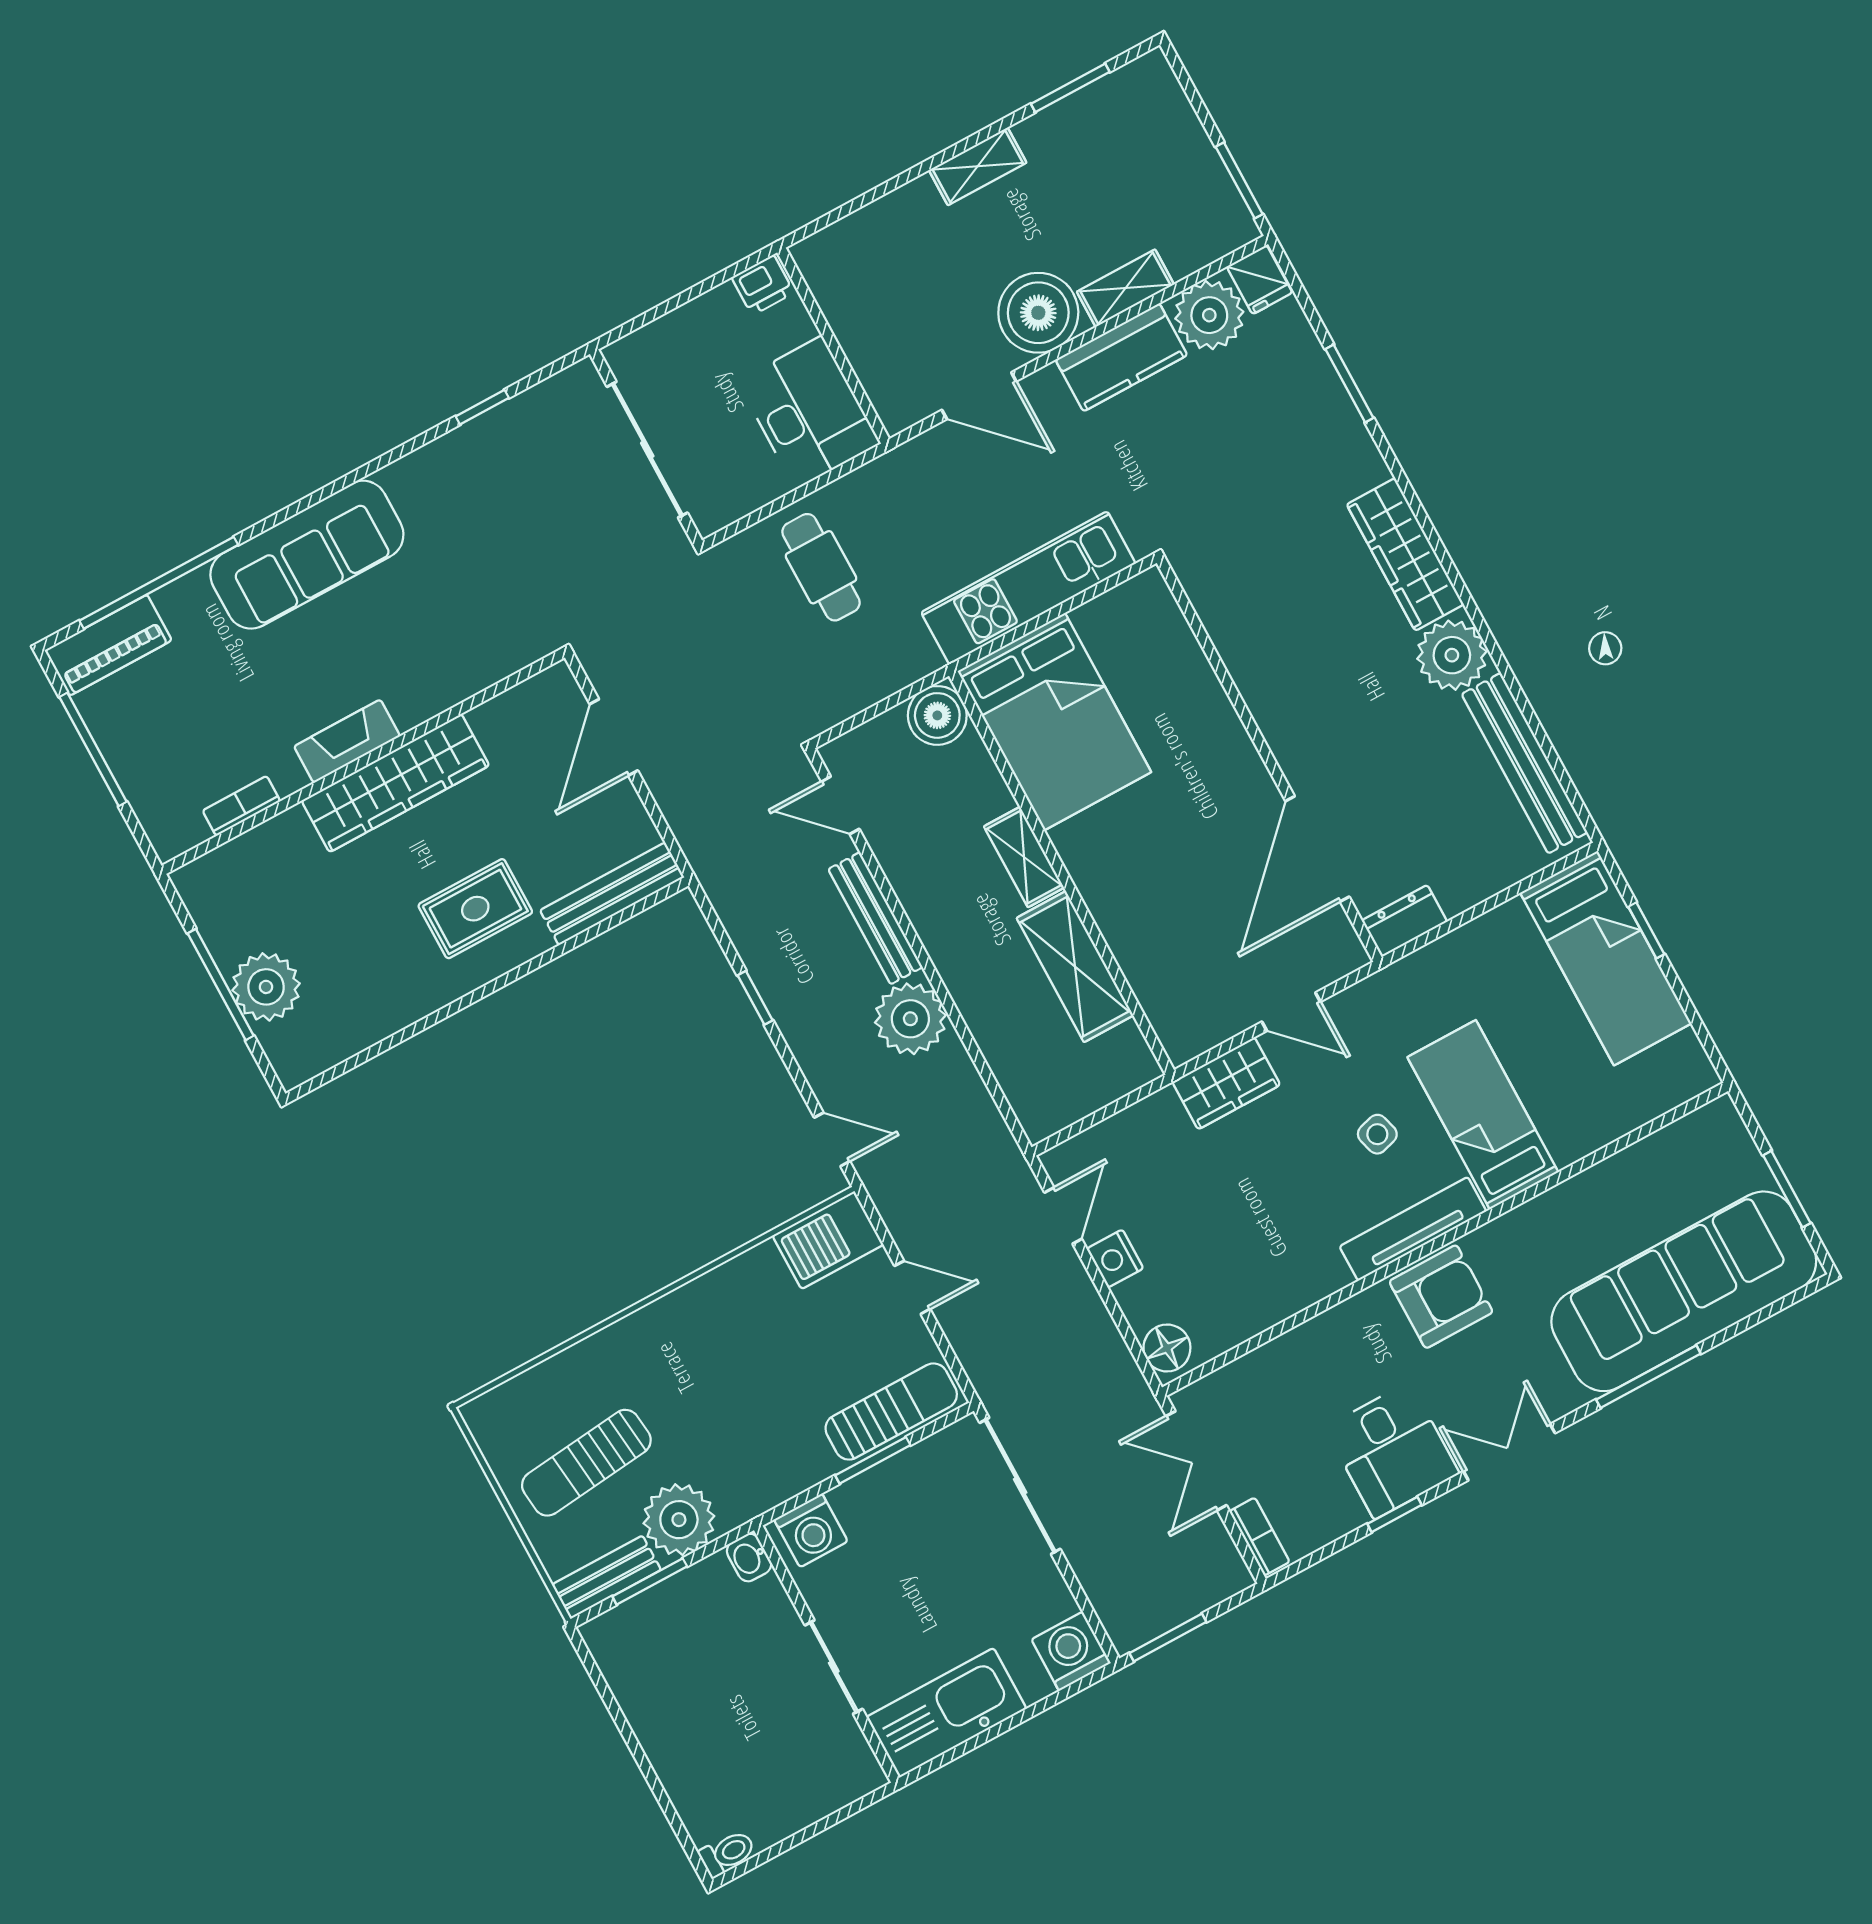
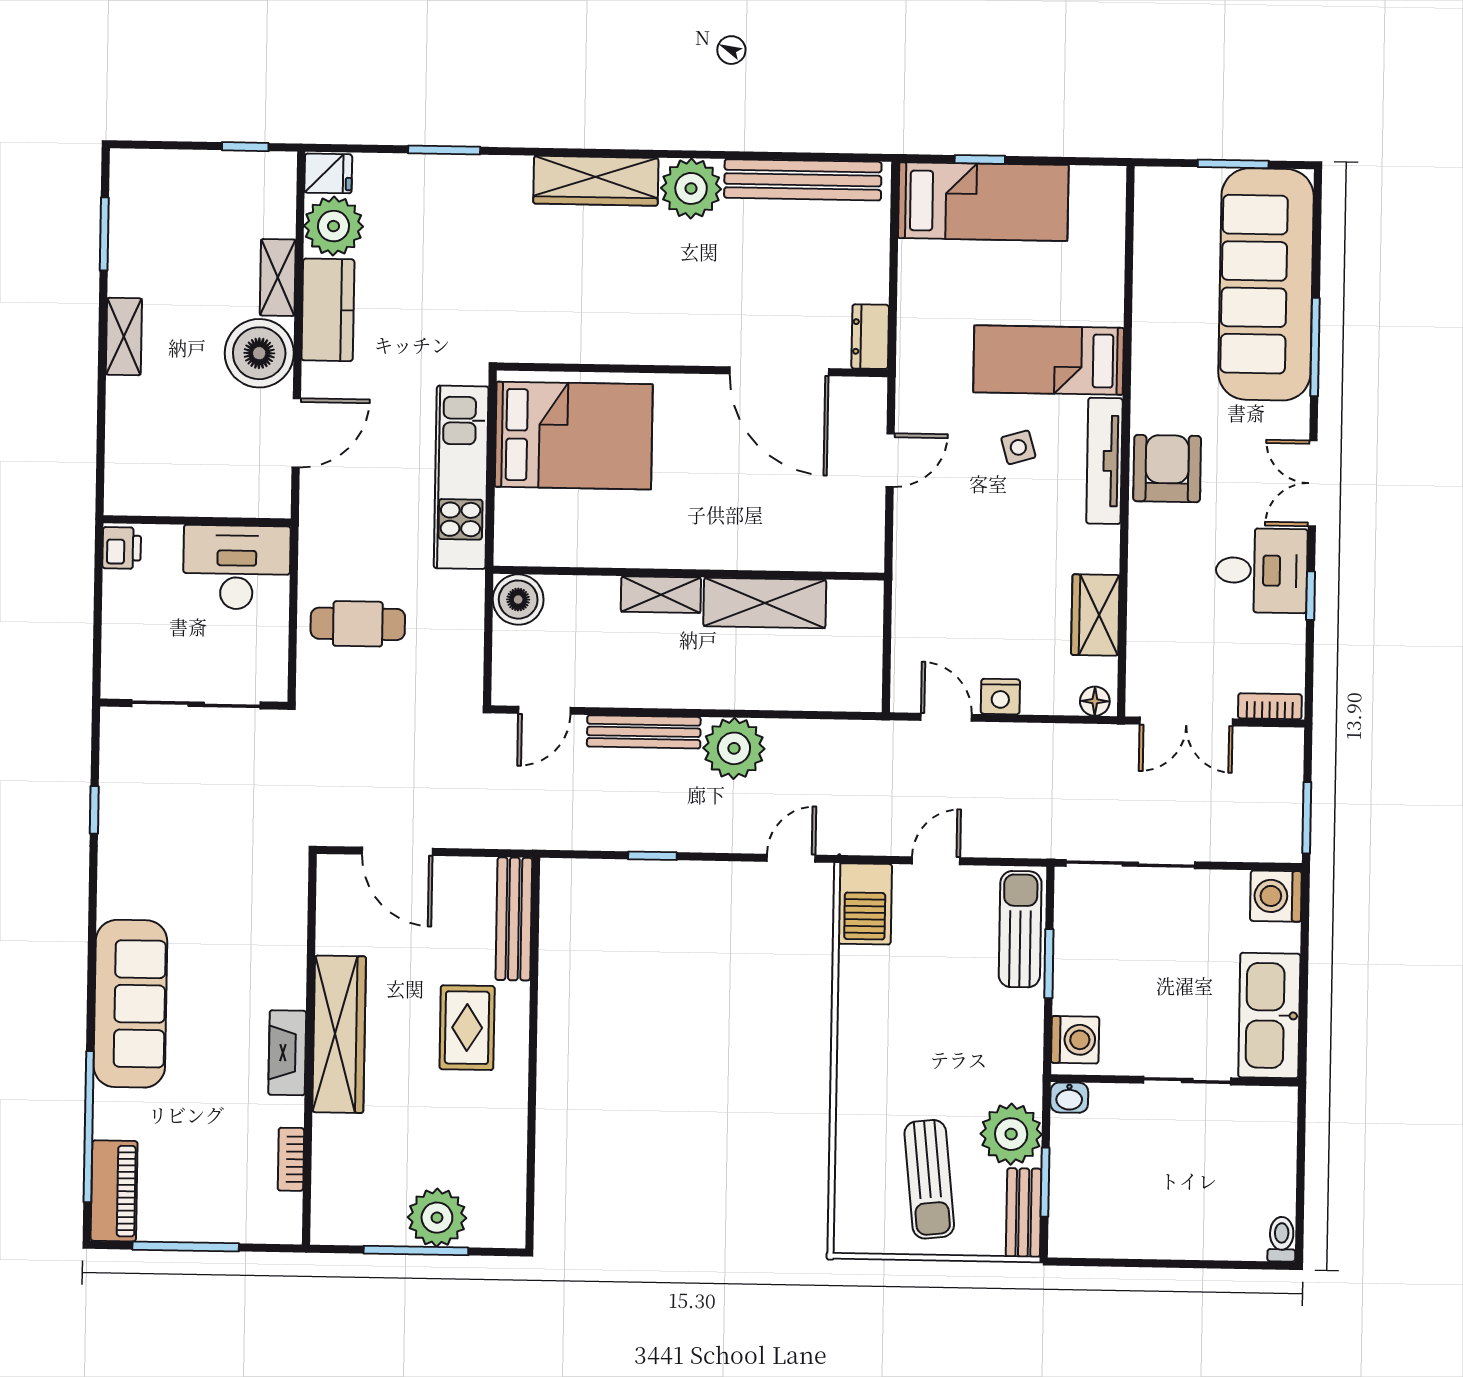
window: (1239, 180) -> (245, 147), width x0.67
bed: (1054, 722) -> (574, 436), moved
wardrobe: (1226, 1083) -> (1095, 615), moved, turned 180
floor lamp: (1167, 1348) -> (1095, 701), width x0.73, depth x0.73

